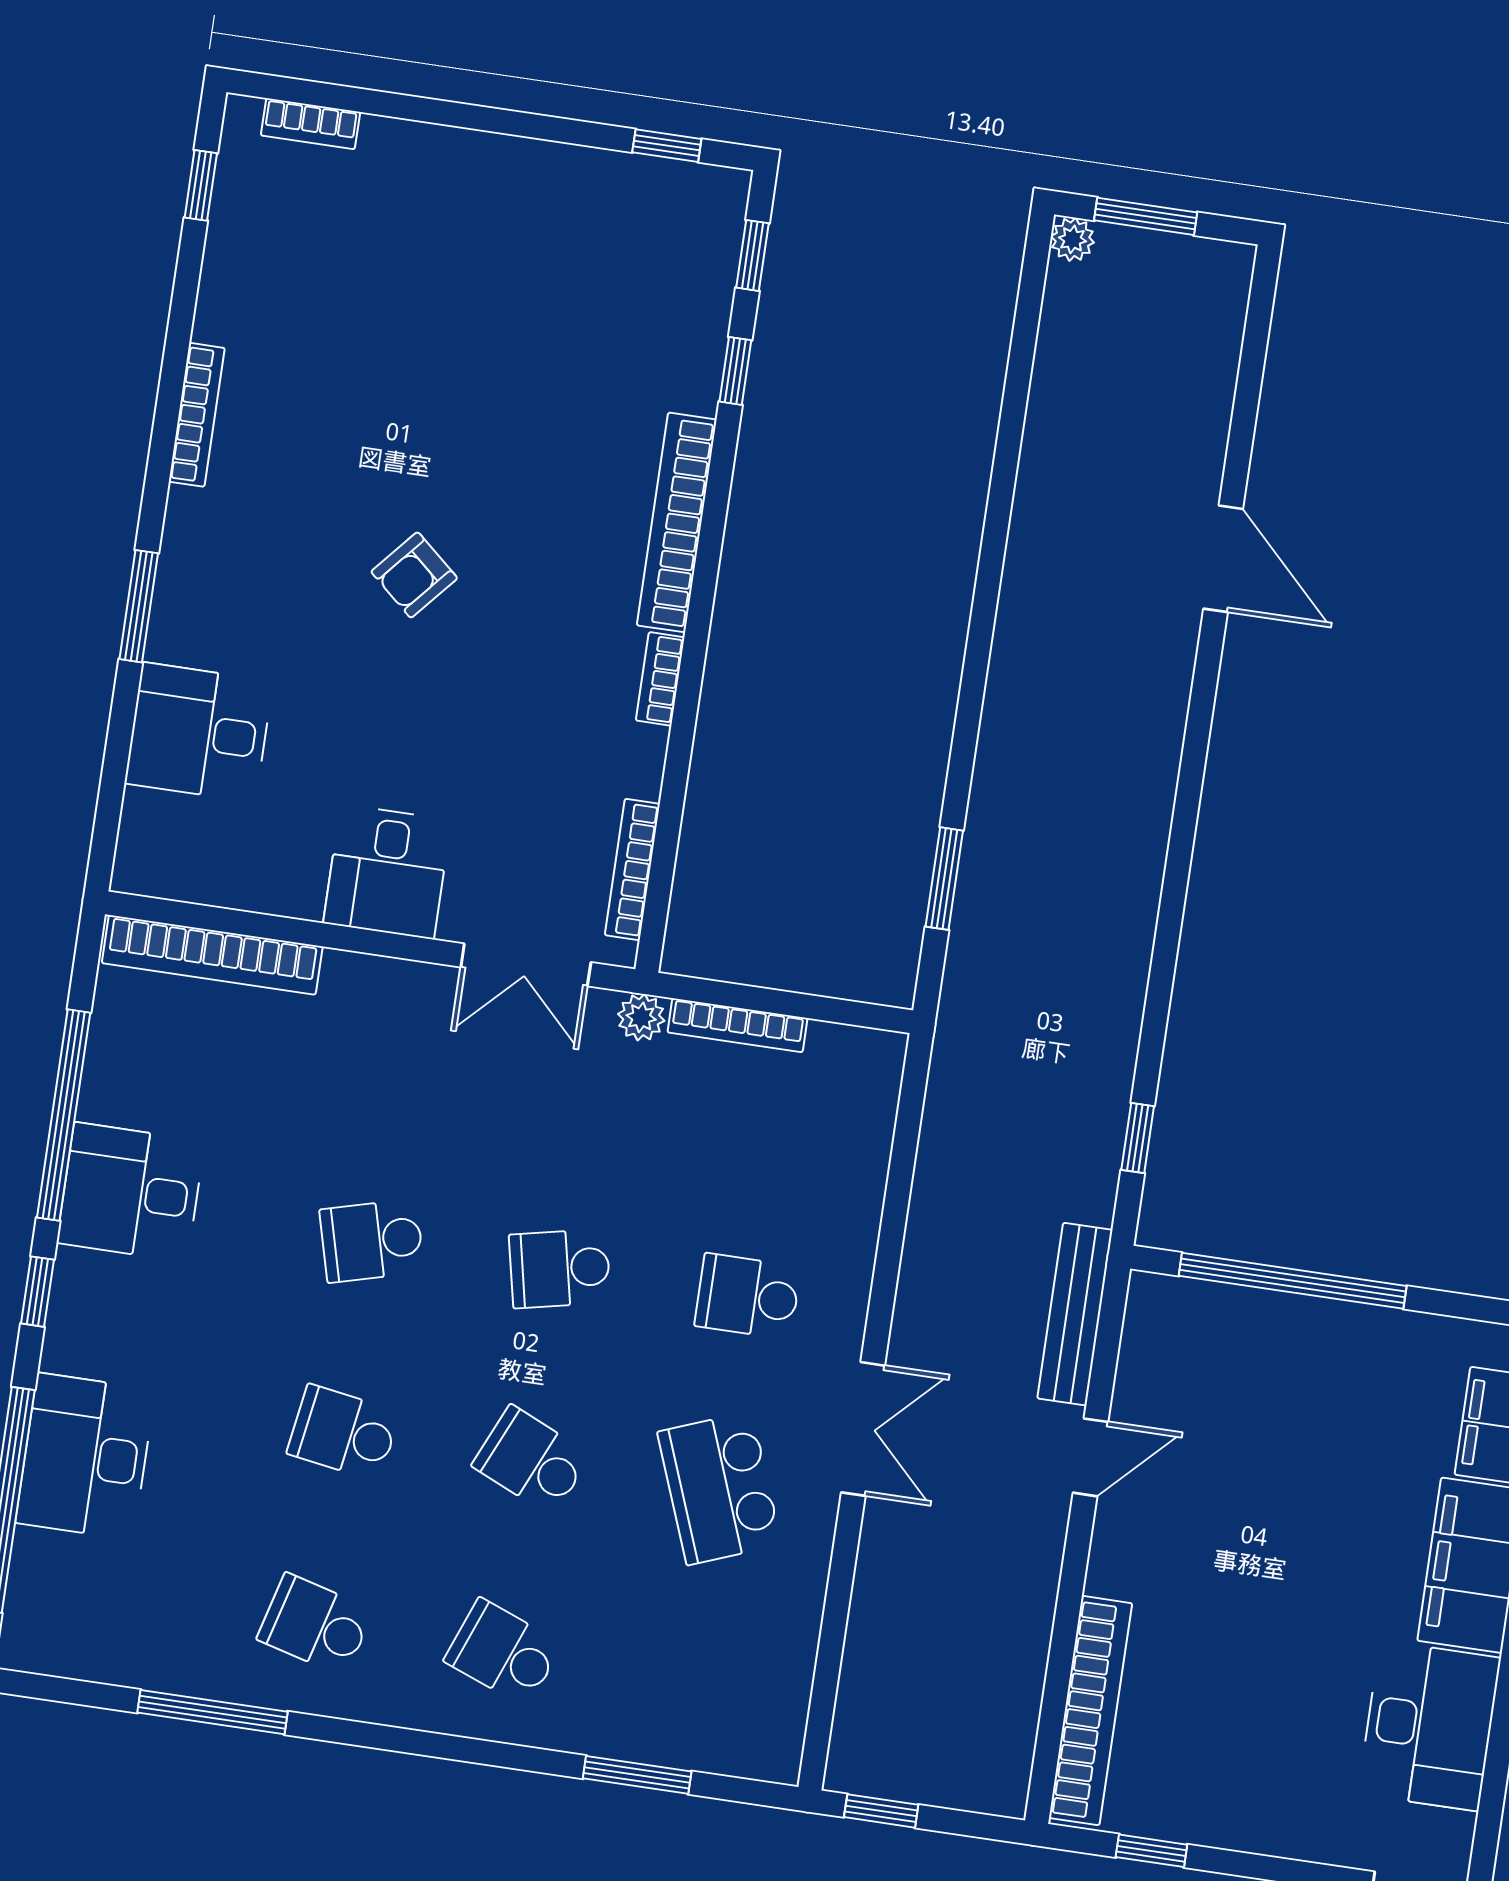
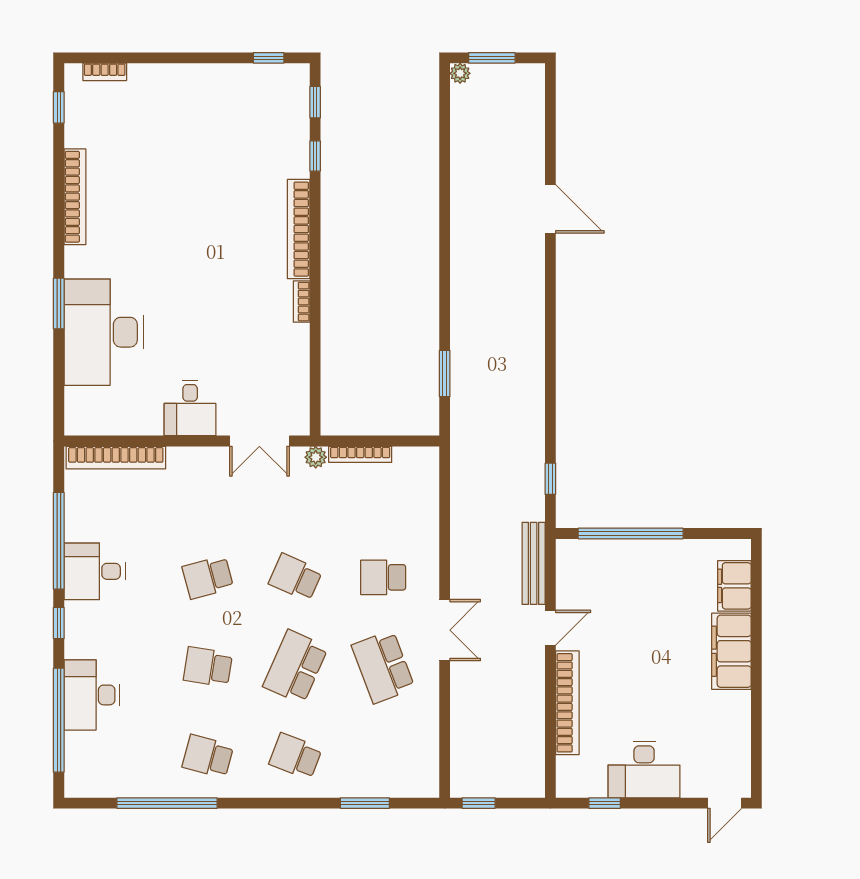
bookcase: (197, 415) -> (75, 197), width x1.48, depth x1.31
armchair: (414, 575) -> (182, 271), removed
desk: (199, 732) -> (104, 332), width x1.87, depth x1.30
bookcase: (632, 869) -> (302, 390), removed
school desk: (560, 1269) -> (295, 577), turned 36
school desk: (531, 1460) -> (295, 667), width x1.85
bookcase: (1091, 1711) -> (567, 703), moved
window: (212, 1712) -> (167, 803), width x1.46
desk: (1429, 1726) -> (644, 770), moved, turned 90

